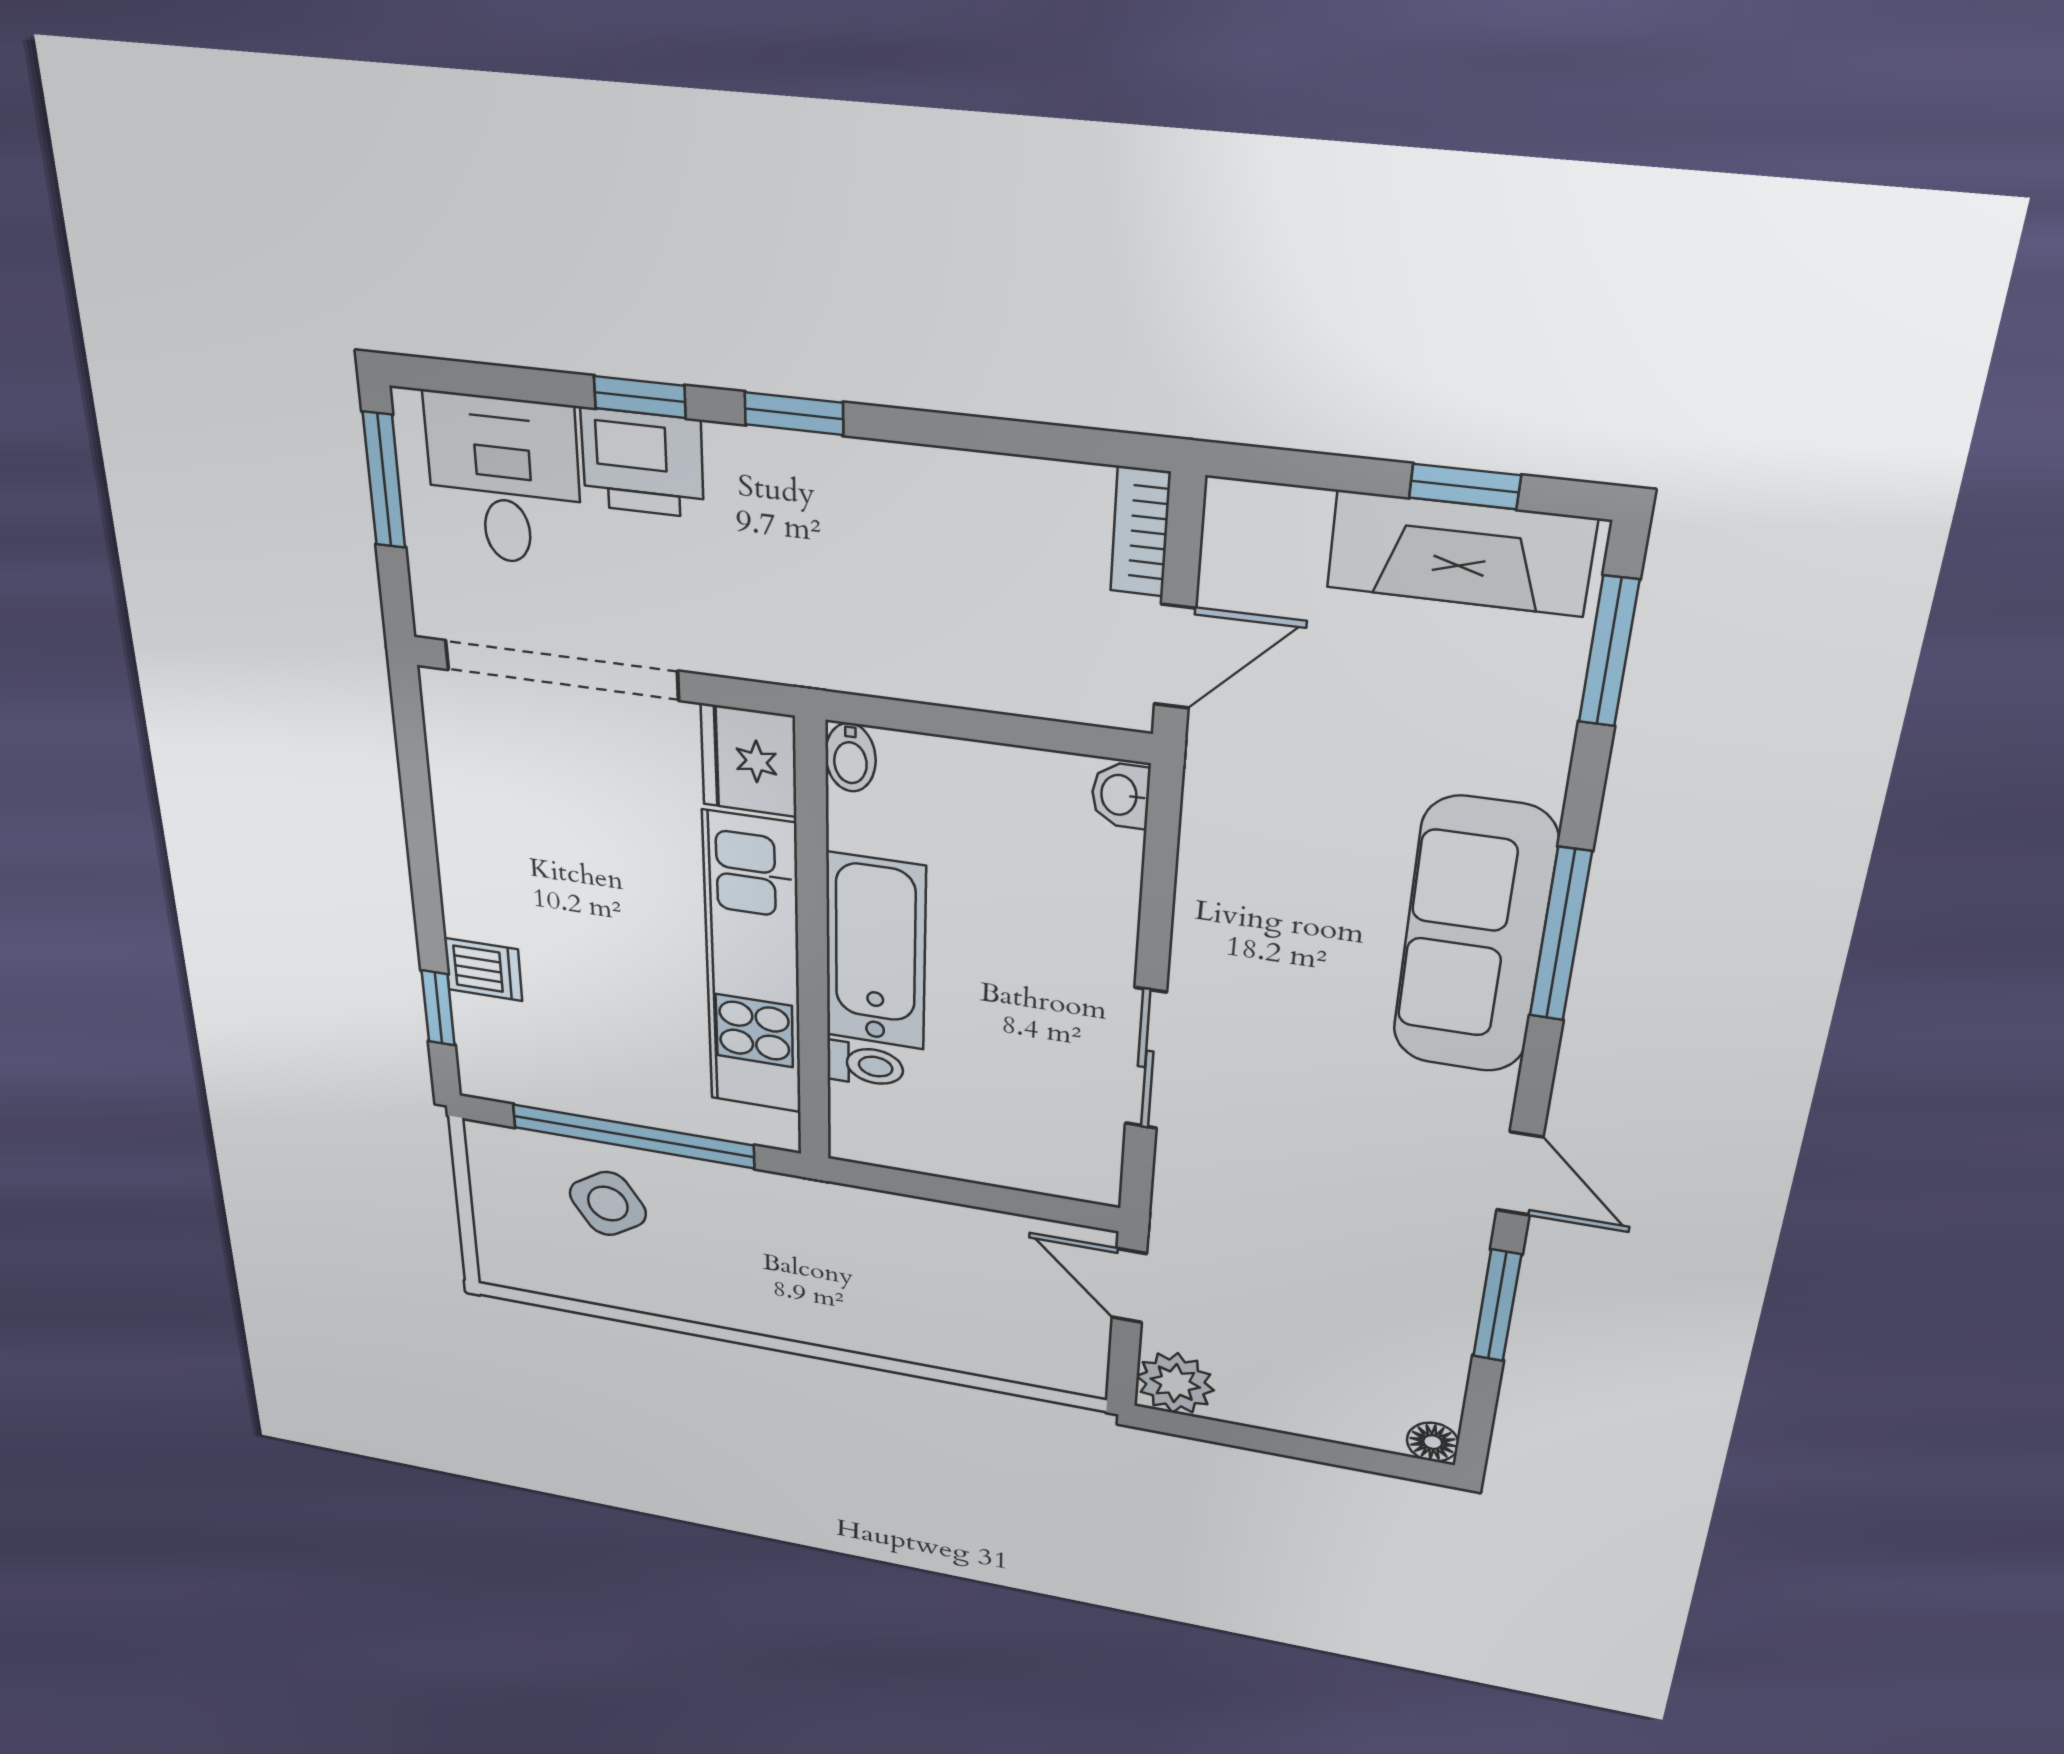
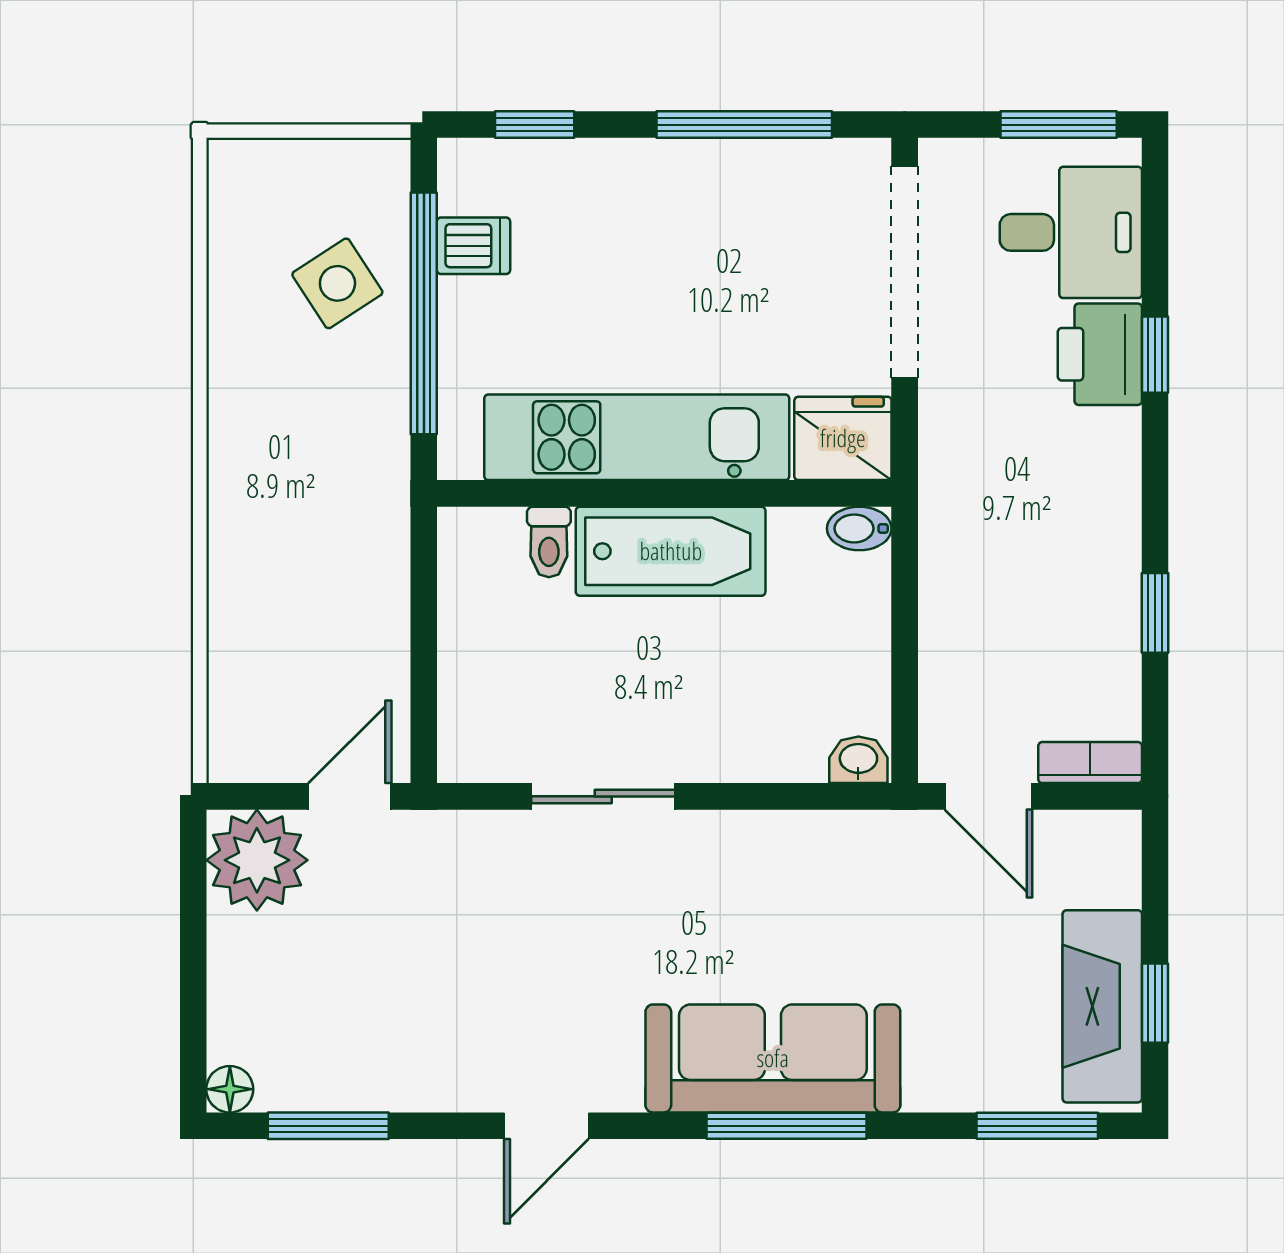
window: (794, 414) -> (1155, 613), moved
window: (418, 812) -> (744, 125), added
dishwasher: (483, 969) -> (473, 246), moved, turned -90
window: (1497, 1306) -> (328, 1126), moved
plant: (1175, 1383) -> (257, 860), width x1.36, depth x1.36

